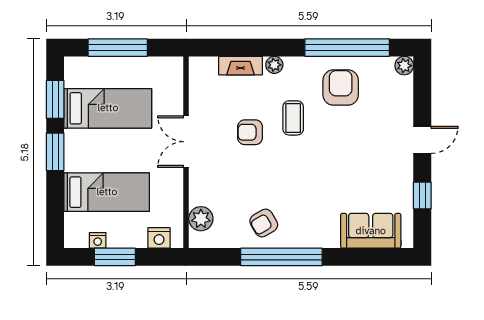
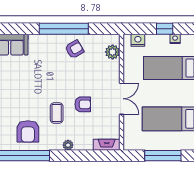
fireplace: (241, 66) -> (107, 145), moved
window: (115, 257) -> (165, 29), width x0.67

